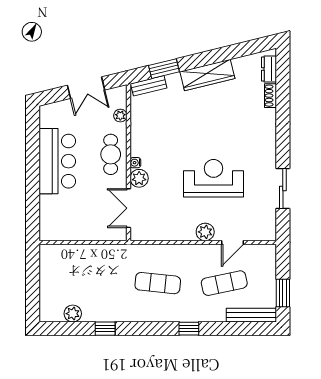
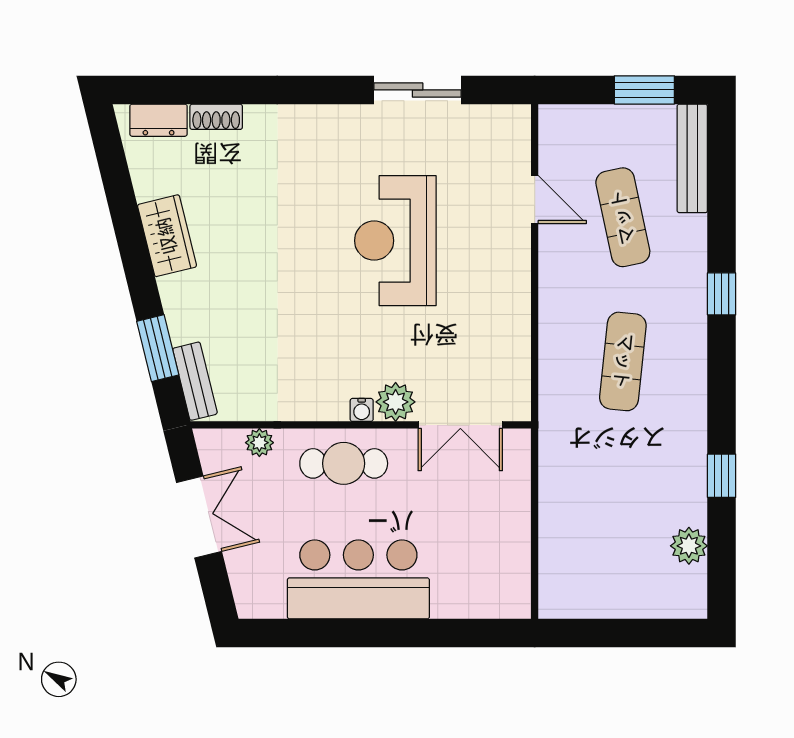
wardrobe: (207, 75) -> (167, 236), width x0.67
plant: (205, 232) -> (512, 259), removed

